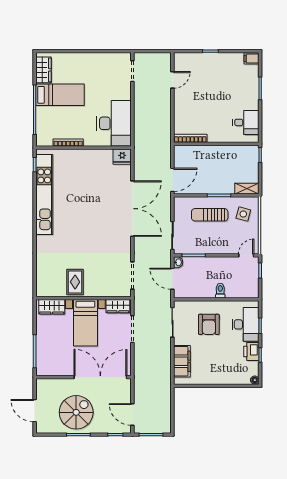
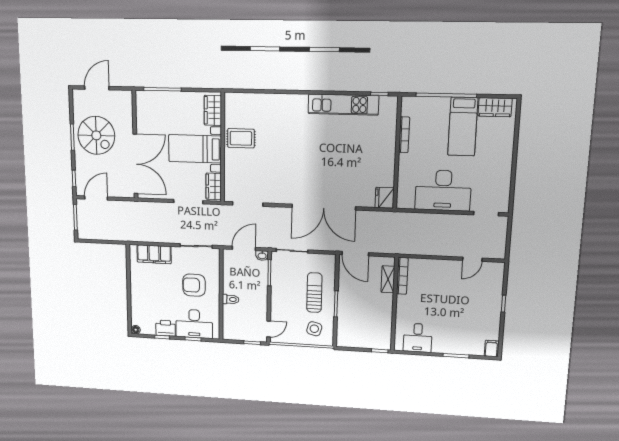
door: (172, 80) -> (472, 259), hinge flipped
desk: (114, 123) -> (443, 190), moved
shelving: (247, 189) -> (388, 279), moved
kitchen unit: (44, 194) -> (343, 105), width x0.73
door: (246, 255) -> (269, 329), hinge flipped

